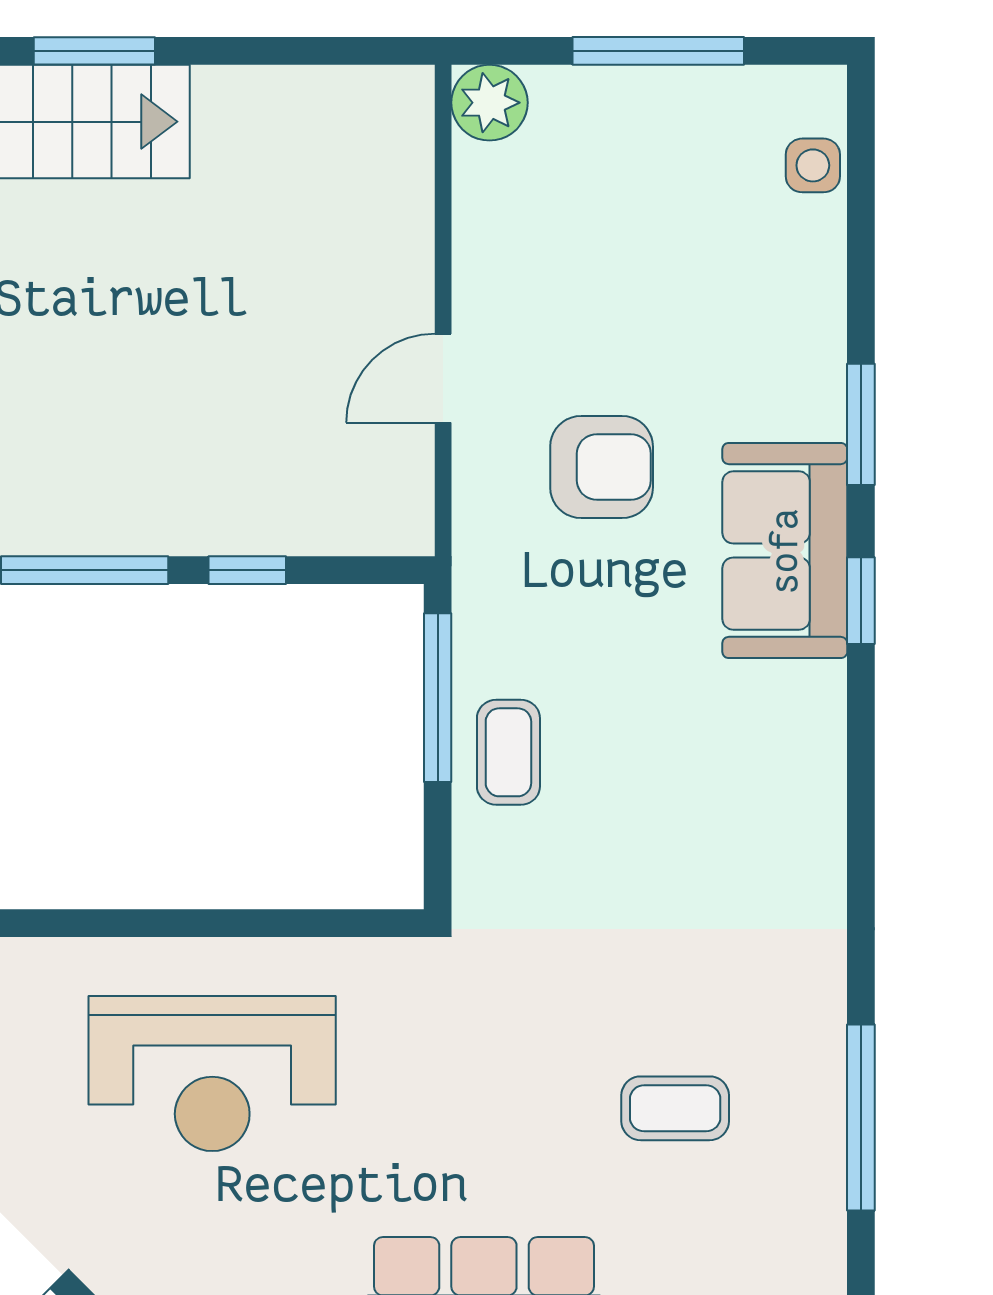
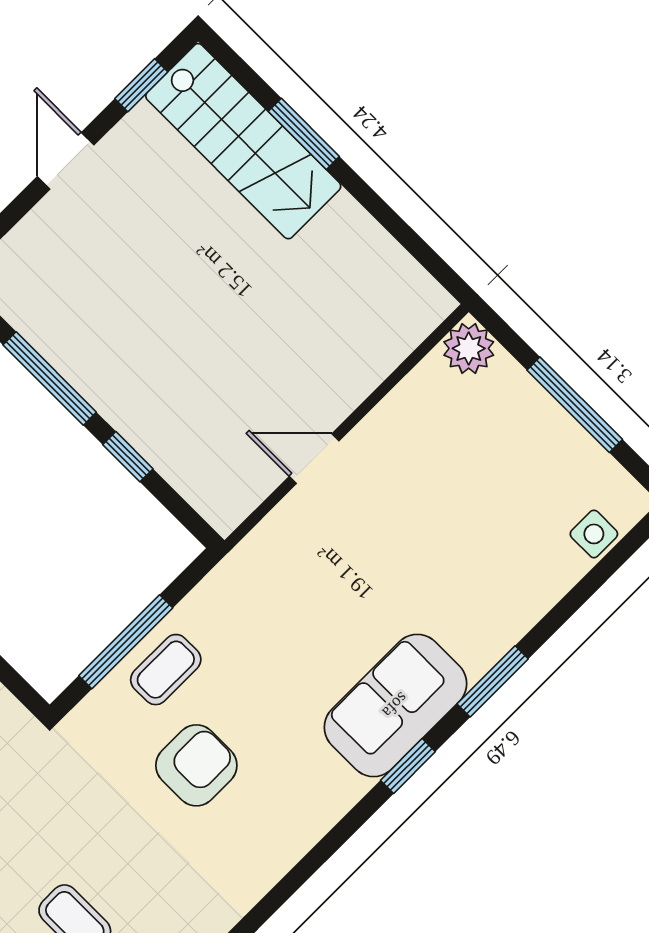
armchair: (602, 467) -> (196, 765), moved, turned -90
window: (438, 698) -> (126, 642), moved

